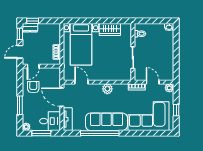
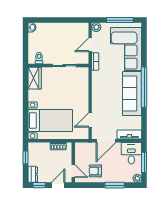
window: (33, 21) -> (26, 158), moved
wardrobe: (110, 30) -> (35, 78), moved
door: (20, 52) -> (58, 185), swing flipped
plant: (107, 89) -> (97, 93), removed
window: (176, 110) -> (120, 20), width x2.17
window: (100, 133) -> (144, 87), moved

